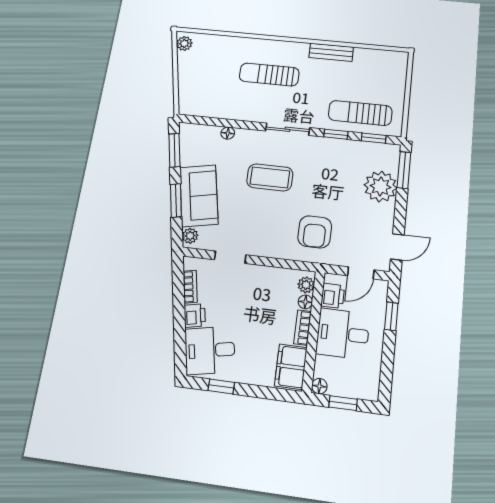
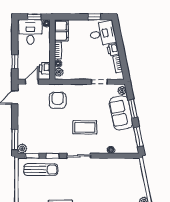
sun lounger: (269, 75) -> (93, 187), removed
plant: (380, 186) -> (22, 149), moved, width x0.53, depth x0.53
desk: (343, 334) -> (30, 32), moved, turned -90

